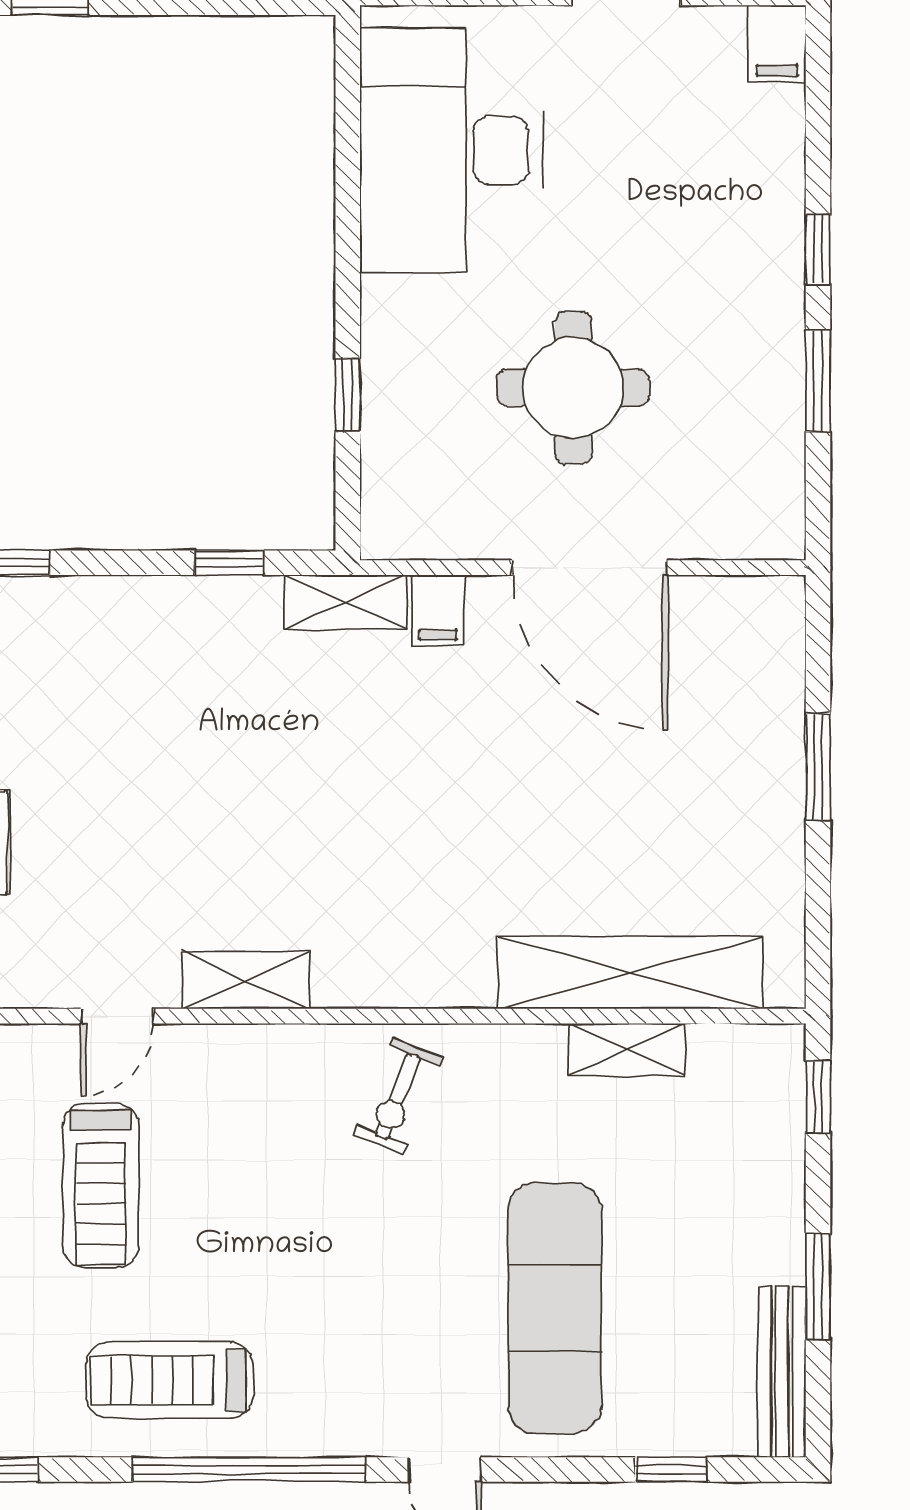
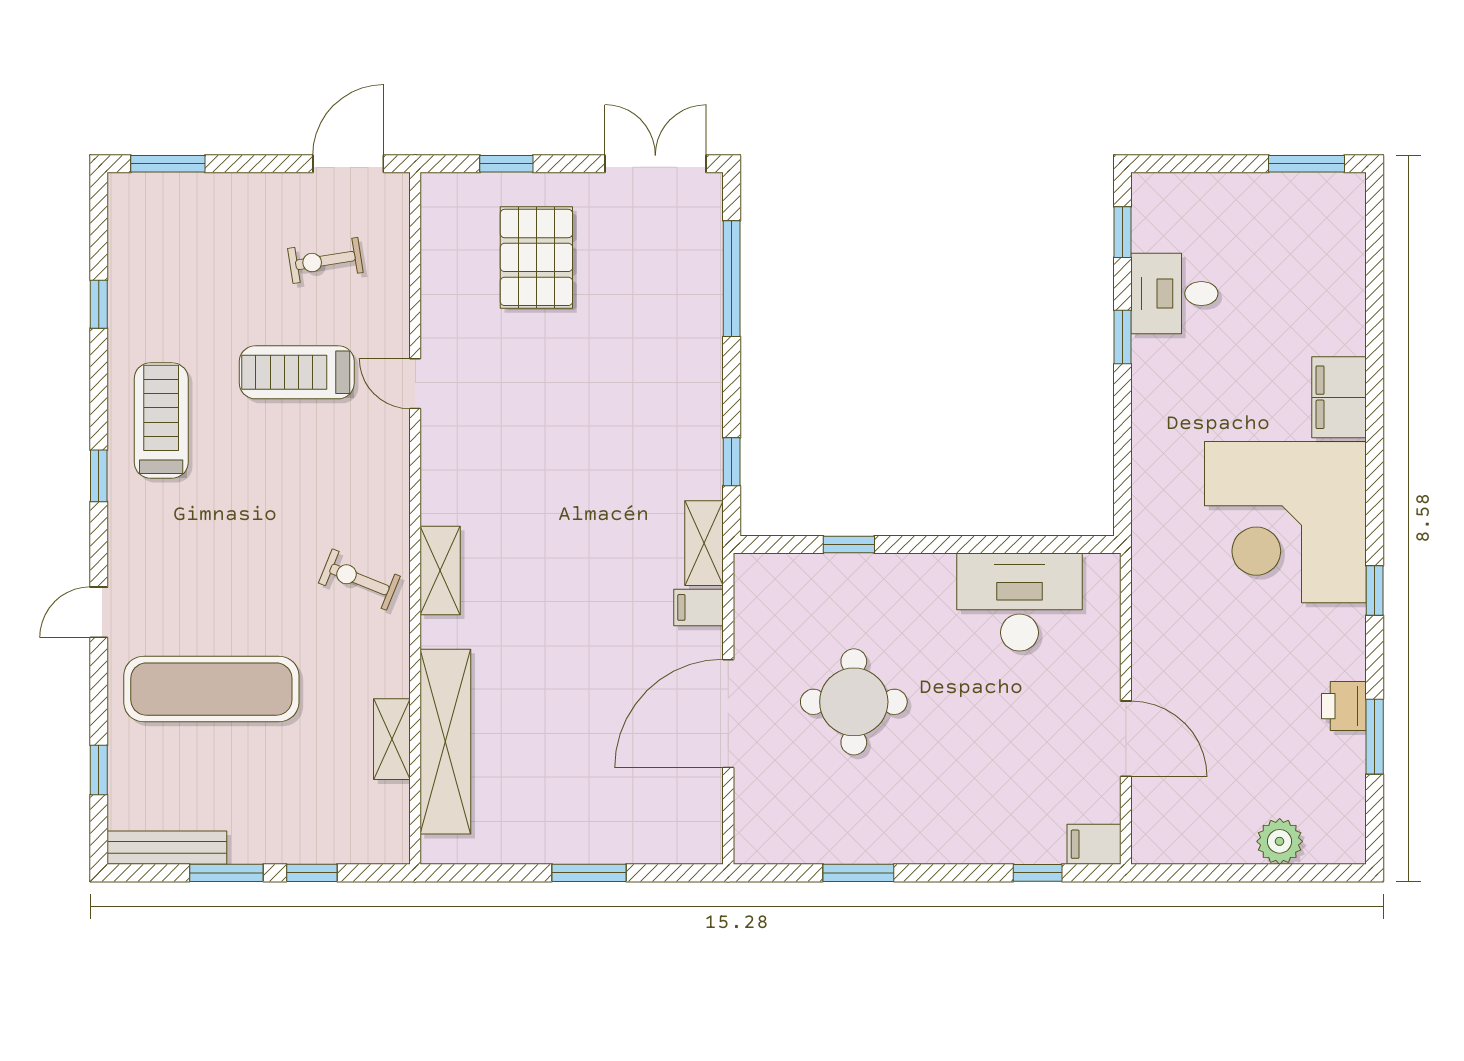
desk: (451, 150) -> (1019, 602), width x0.73, depth x0.77
window: (818, 249) -> (1038, 873), moved
shelving: (246, 980) -> (440, 570), moved
window: (818, 1097) -> (312, 873), moved
window: (249, 1470) -> (99, 476), width x0.32

